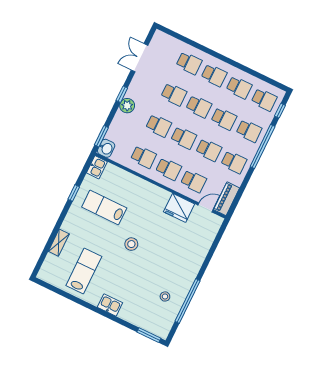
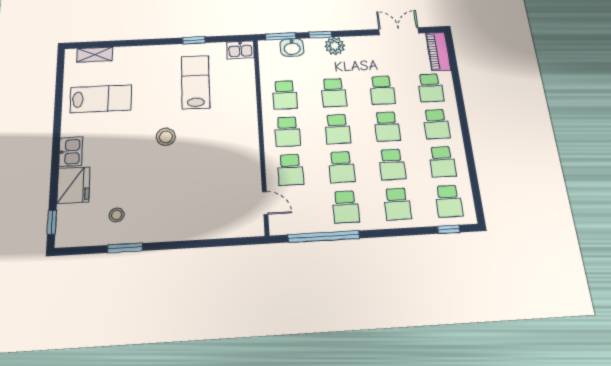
window: (122, 94) -> (320, 35), moved
window: (263, 146) -> (324, 236), moved
washbasin: (106, 148) -> (292, 48), moved
piano: (227, 199) -> (438, 51), moved, turned -90
fridge: (179, 208) -> (73, 185), moved, turned 180
shelving: (59, 243) -> (95, 55), moved
window: (187, 301) -> (125, 248), width x0.47
window: (149, 335) -> (52, 222), width x0.67

